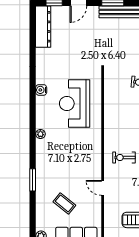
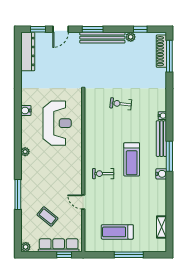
reception desk: (75, 103) -> (57, 123), turned 180
window: (33, 180) -> (18, 195), width x1.44

